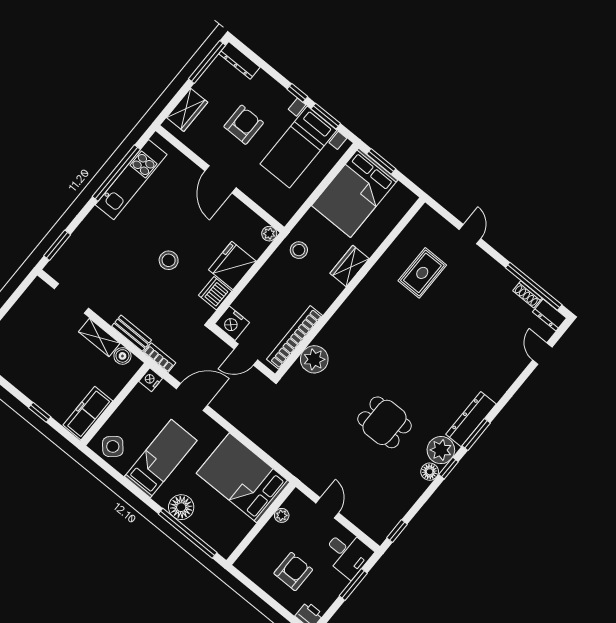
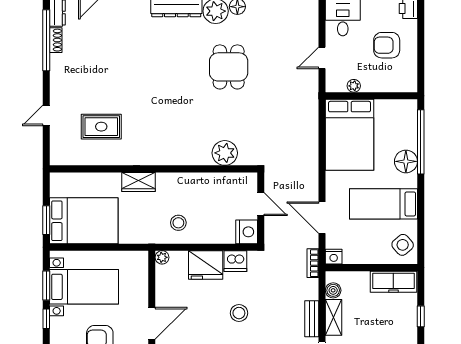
stool: (299, 250) -> (178, 223), moved
bench: (132, 333) -> (312, 319), moved
bookcase: (295, 337) -> (221, 180), removed

